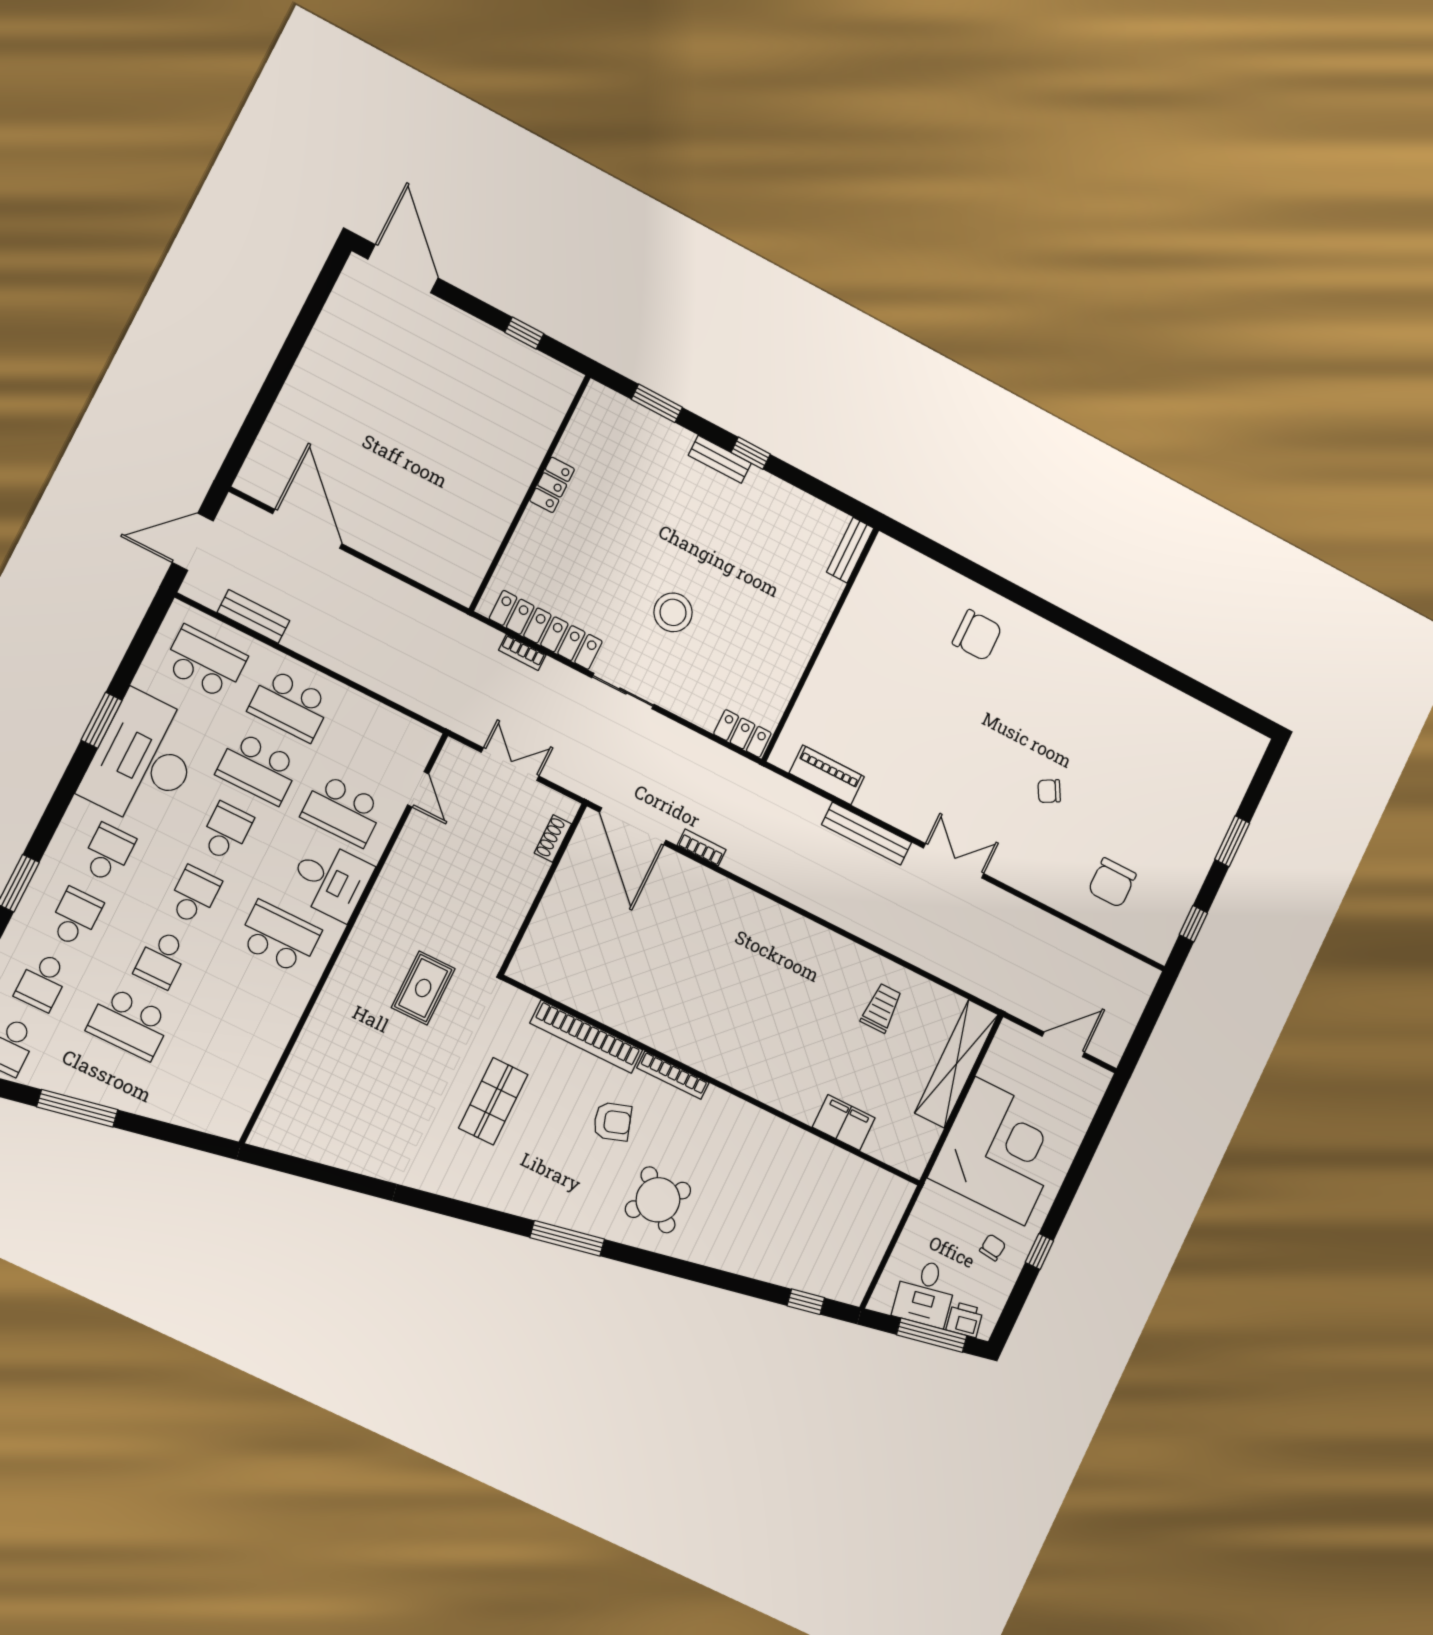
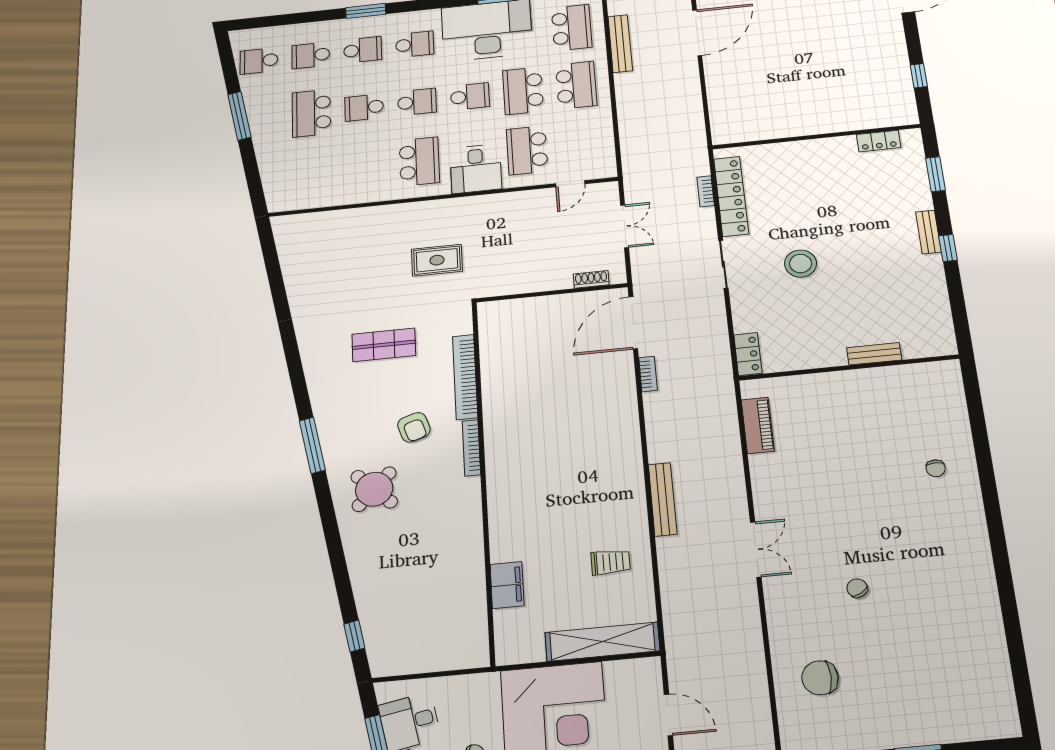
locker: (552, 485) -> (879, 141), moved
bench: (850, 550) -> (874, 354), moved
bench: (253, 617) -> (620, 44), width x1.36
chair: (977, 635) -> (936, 468), width x0.54, depth x0.54
school desk: (290, 705) -> (576, 85), turned 180
bench: (867, 834) -> (663, 499), moved

